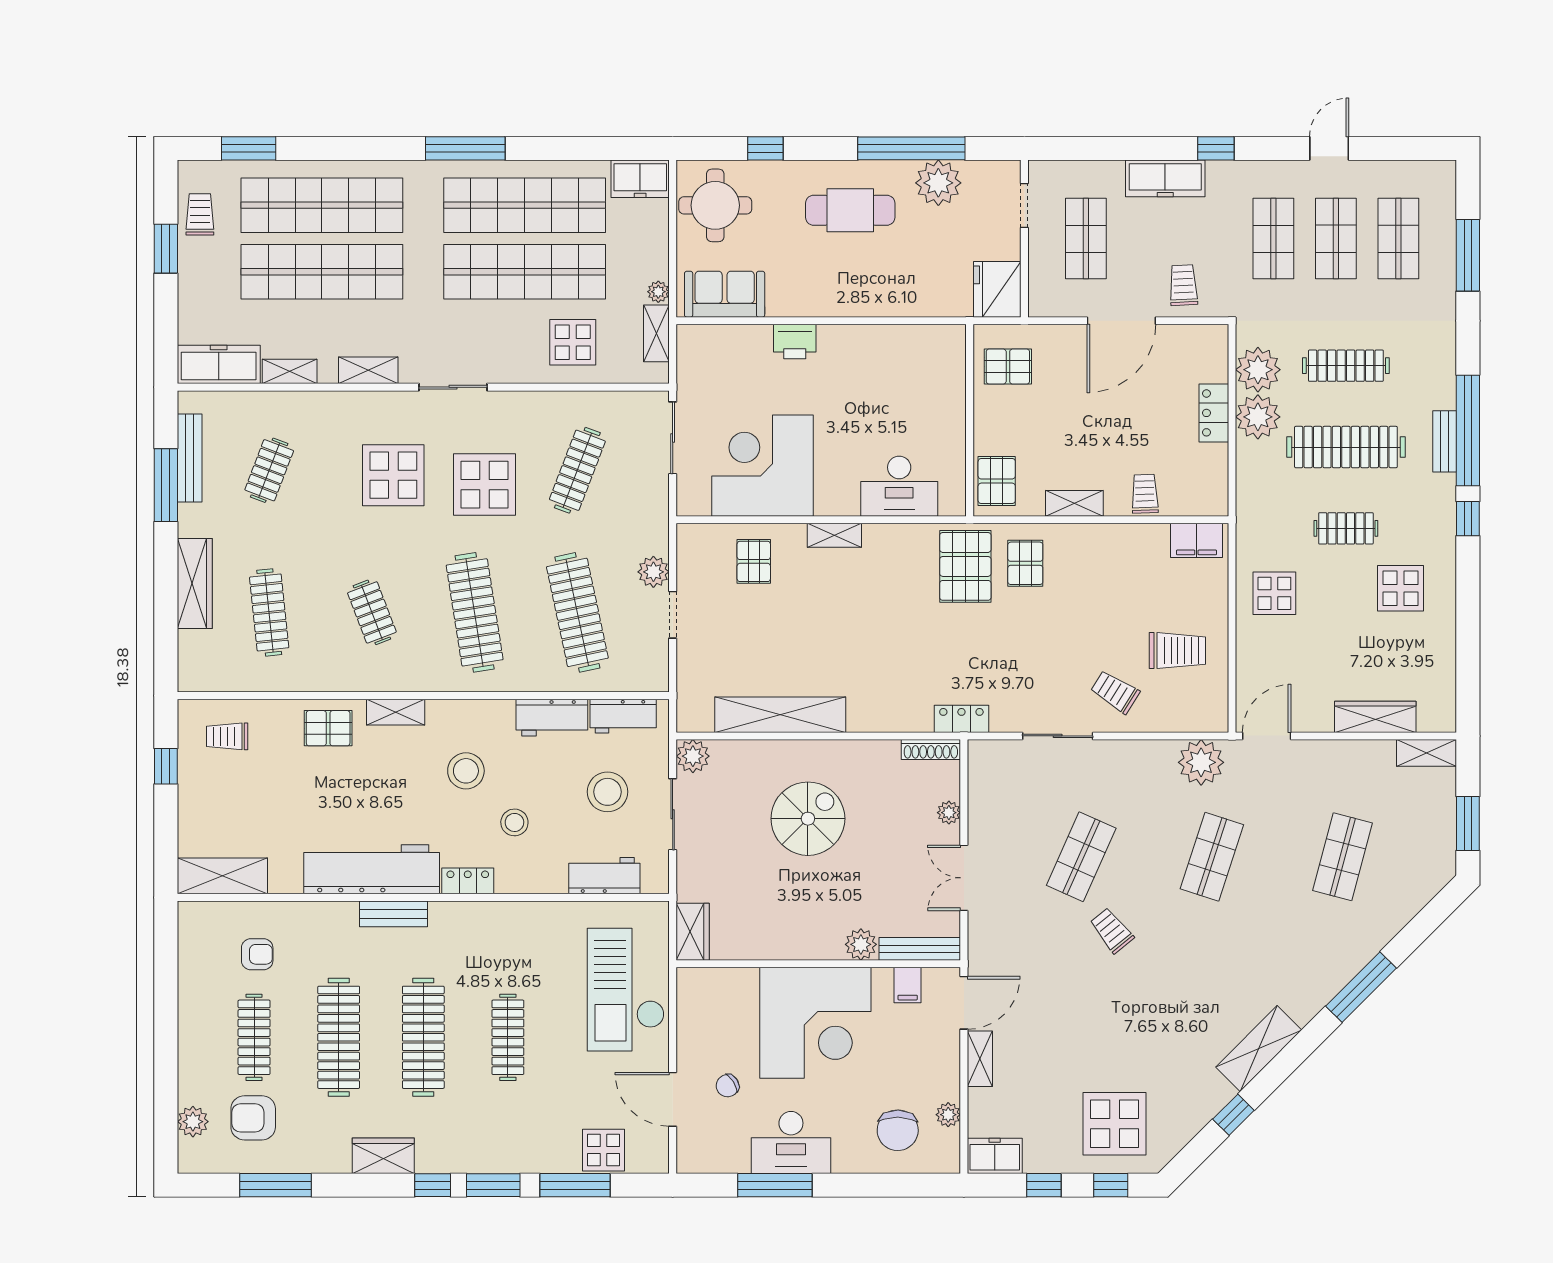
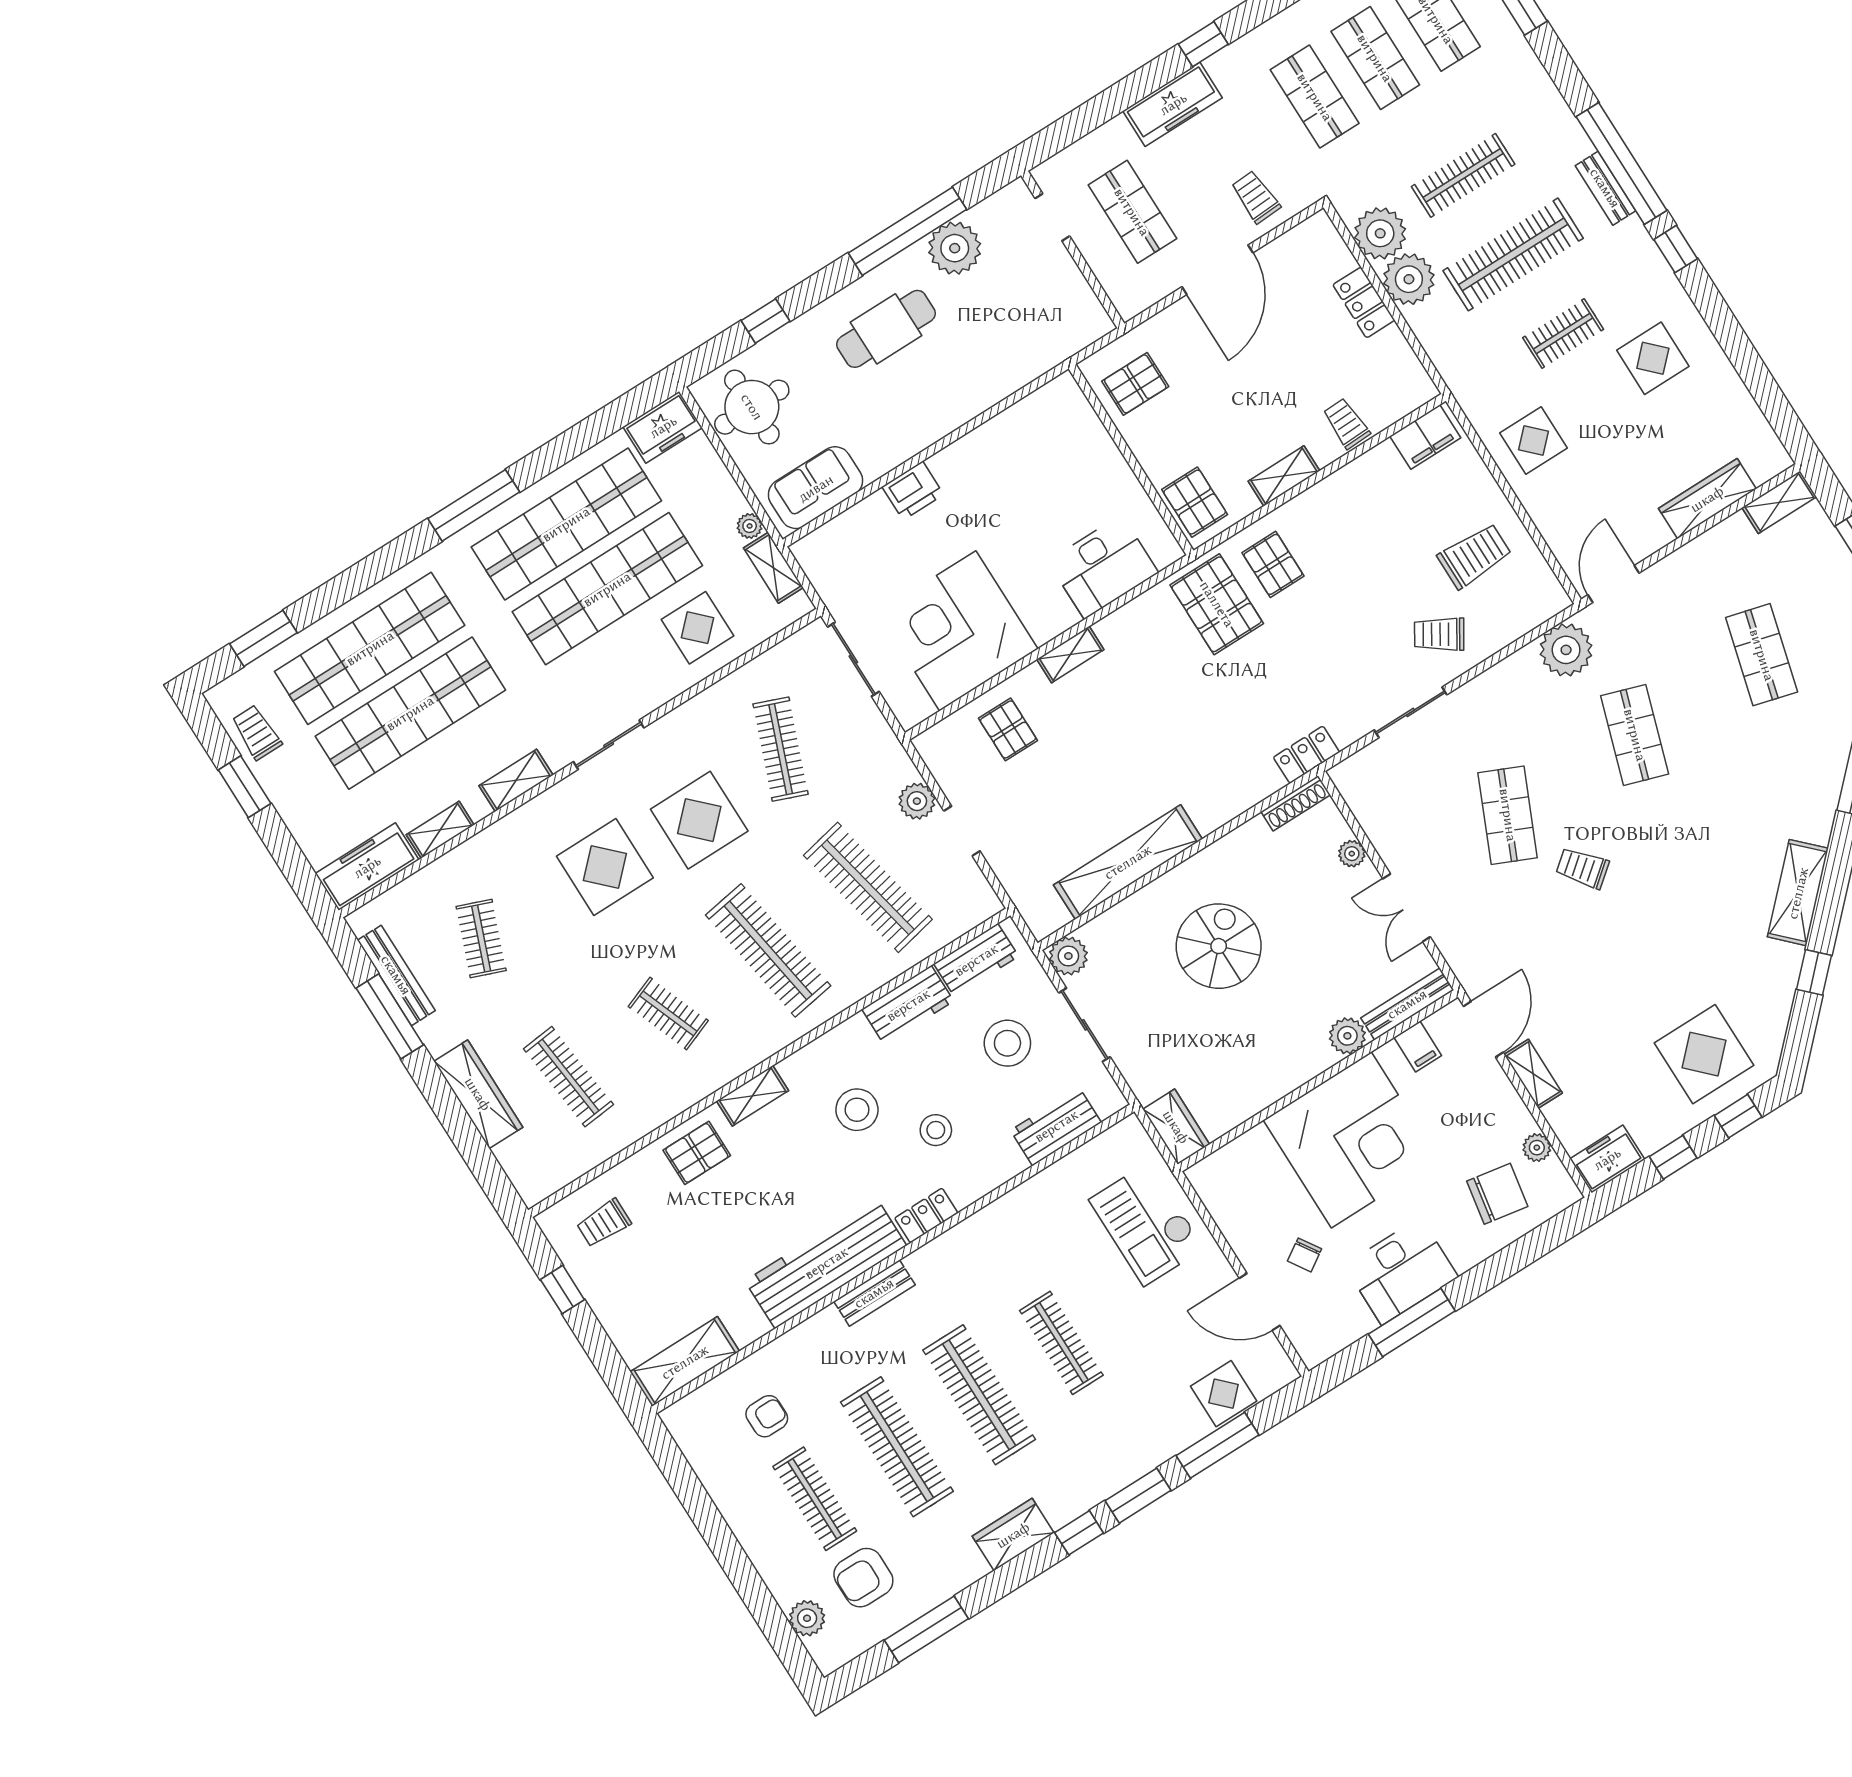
fridge: (997, 289) -> (1078, 315), removed
checkout: (626, 990) -> (1147, 1224), width x0.73, depth x0.83
chair: (898, 1130) -> (1497, 1194), turned -81

